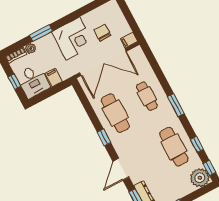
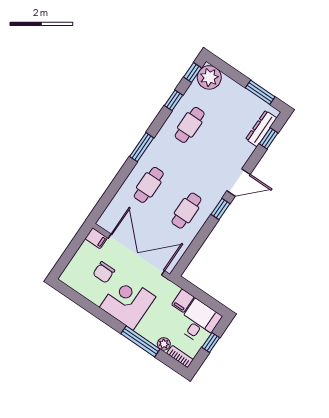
window: (41, 33) -> (140, 341), width x1.44
cafe table: (115, 113) -> (186, 211), width x0.73, depth x0.74
cafe table: (174, 147) -> (190, 125), width x0.73, depth x0.74
door: (121, 169) -> (239, 183), moved

